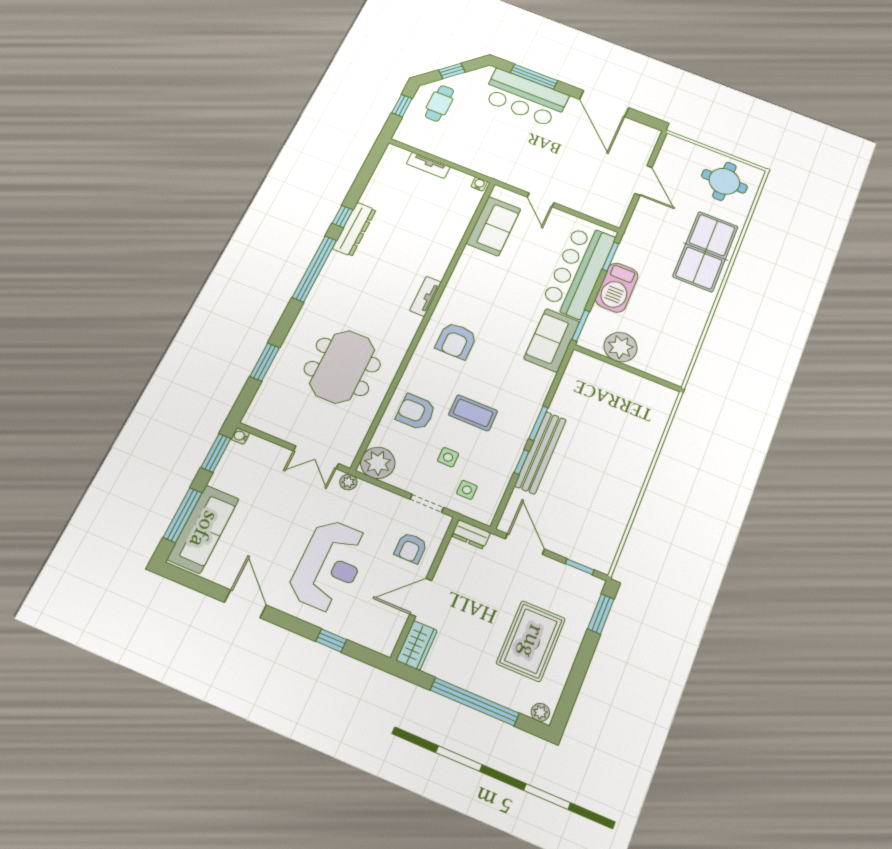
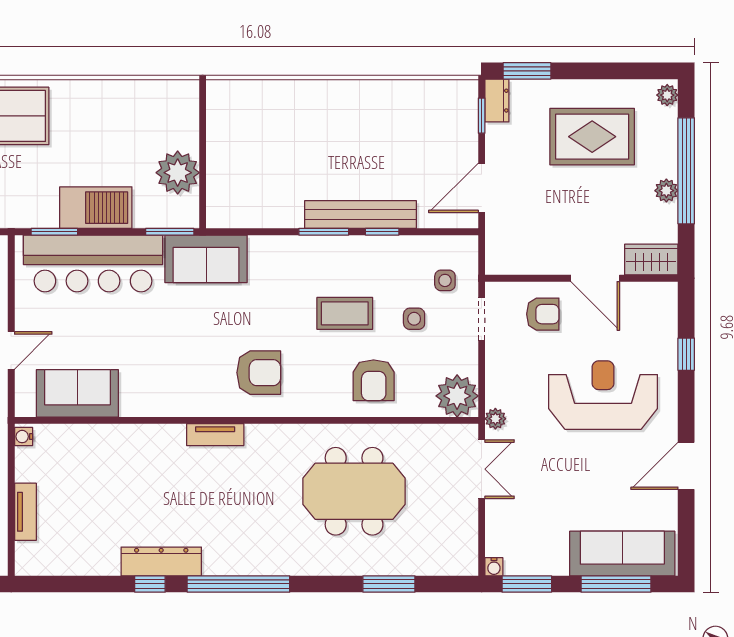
coffee table: (473, 413) -> (345, 313), turned 90
dresser: (471, 534) -> (497, 101), moved
plant: (465, 680) -> (666, 191), added

